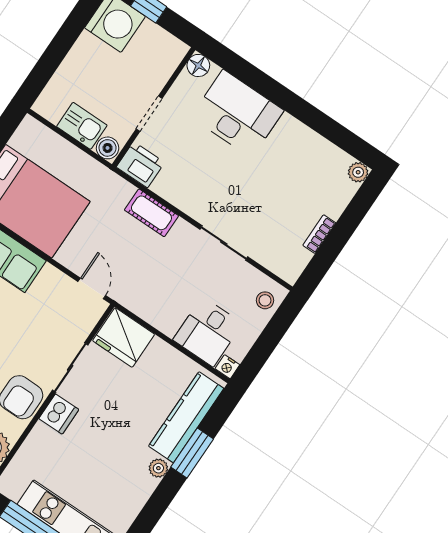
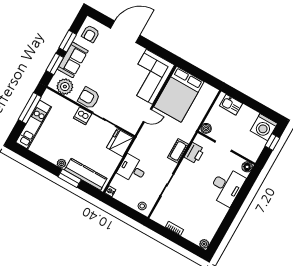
kitchen sink: (82, 126) -> (231, 105), moved, turned 90
printer: (140, 165) -> (194, 153), moved
door: (92, 288) -> (147, 116), moved
desk: (208, 332) -> (132, 169), moved

